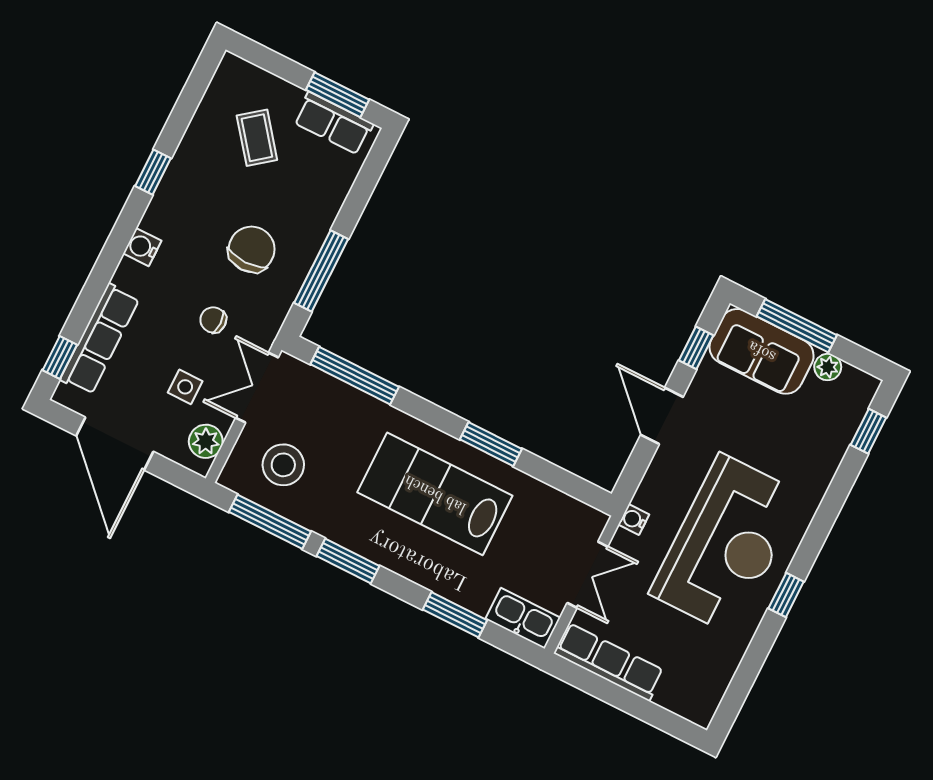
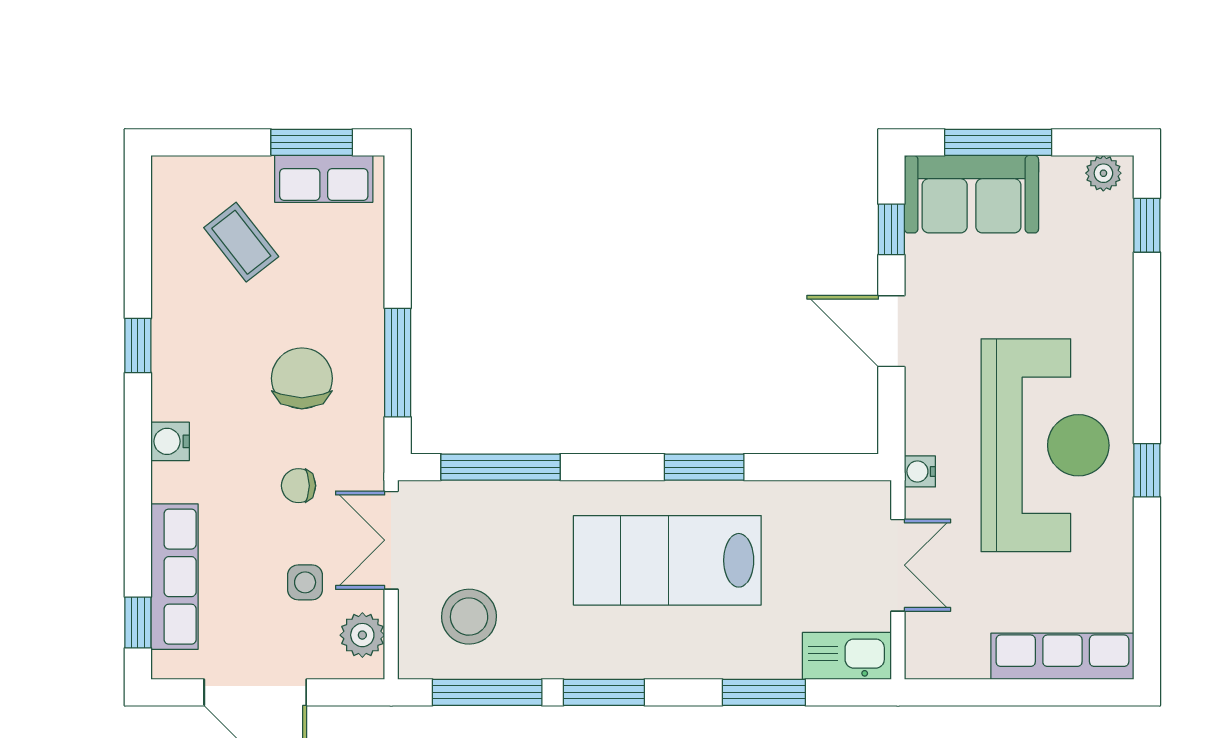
plant: (828, 367) -> (1103, 173), moved
row of seats: (609, 662) -> (1062, 656), moved

